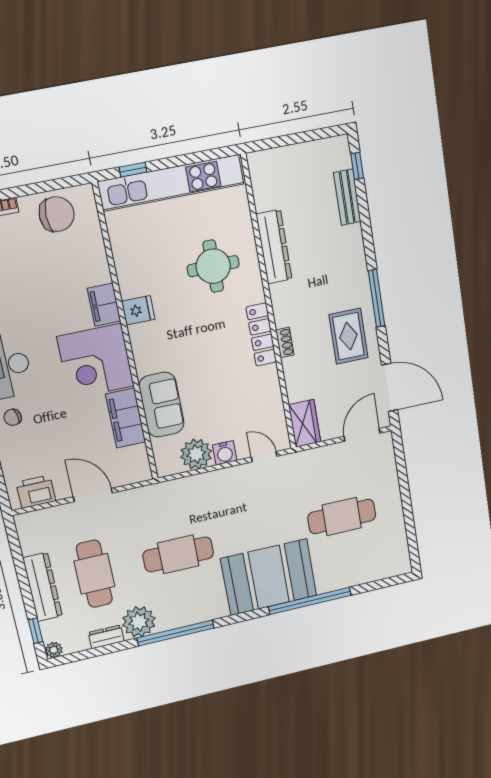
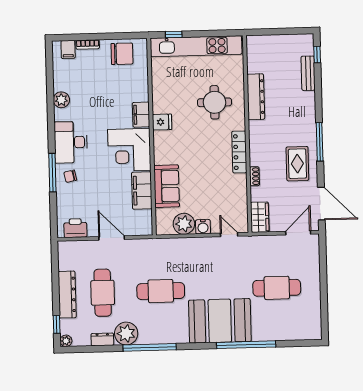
shoe rack: (285, 342) -> (254, 176), moved

